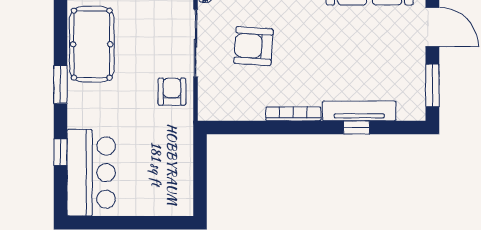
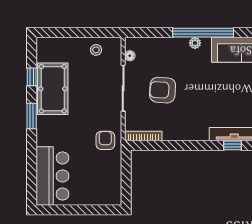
armchair: (172, 92) -> (105, 140), moved
bookcase: (293, 114) -> (143, 136), moved
window: (60, 152) -> (32, 77), moved

